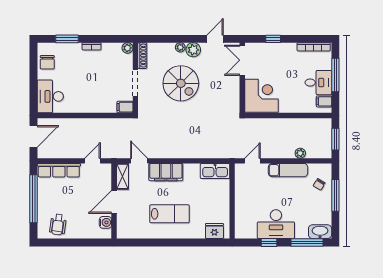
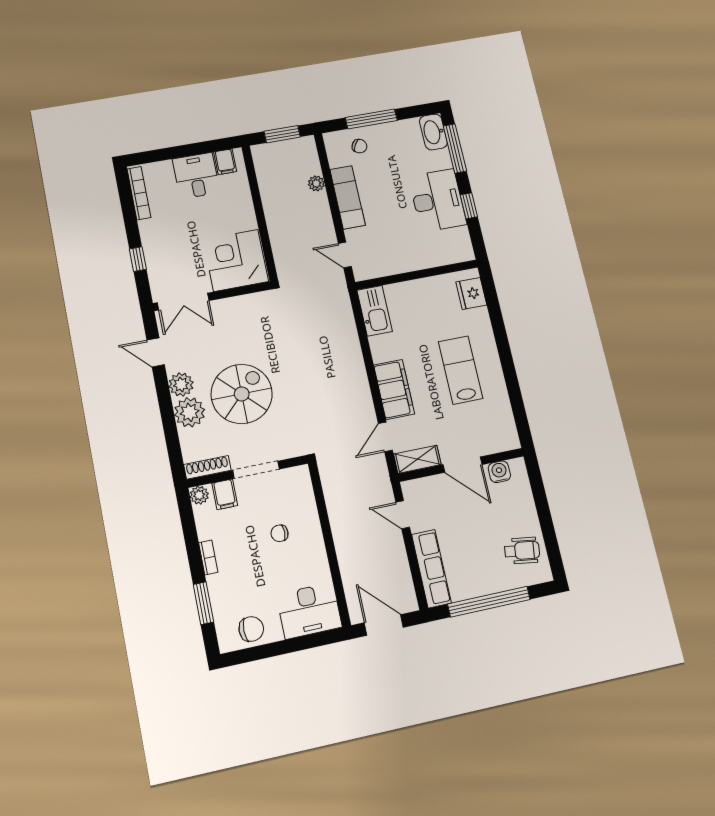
plant: (180, 47) -> (190, 412), width x1.88, depth x1.88
window: (335, 75) -> (179, 152), removed
chair: (97, 89) -> (280, 533), added
filing cabinet: (125, 107) -> (225, 494), moved

